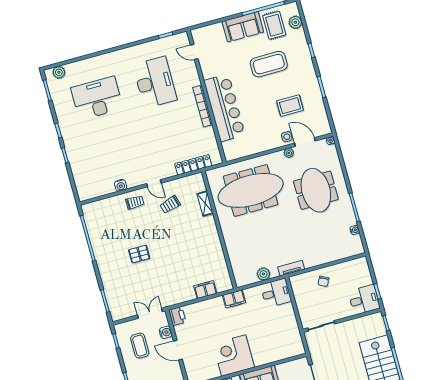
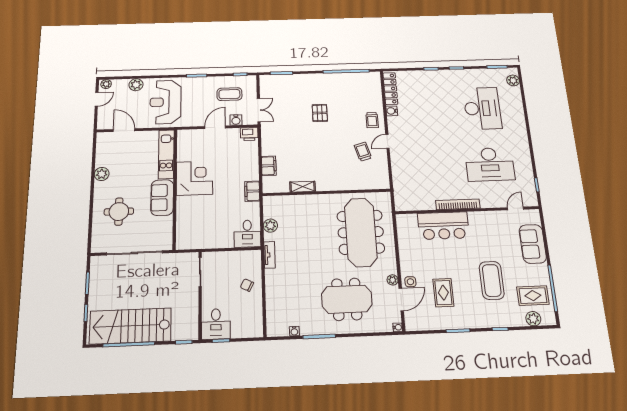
sofa: (243, 27) -> (533, 244), moved
bar counter: (224, 108) -> (443, 226), width x0.73
locker: (193, 165) -> (390, 89), moved
shelving: (205, 204) -> (303, 187), moved

